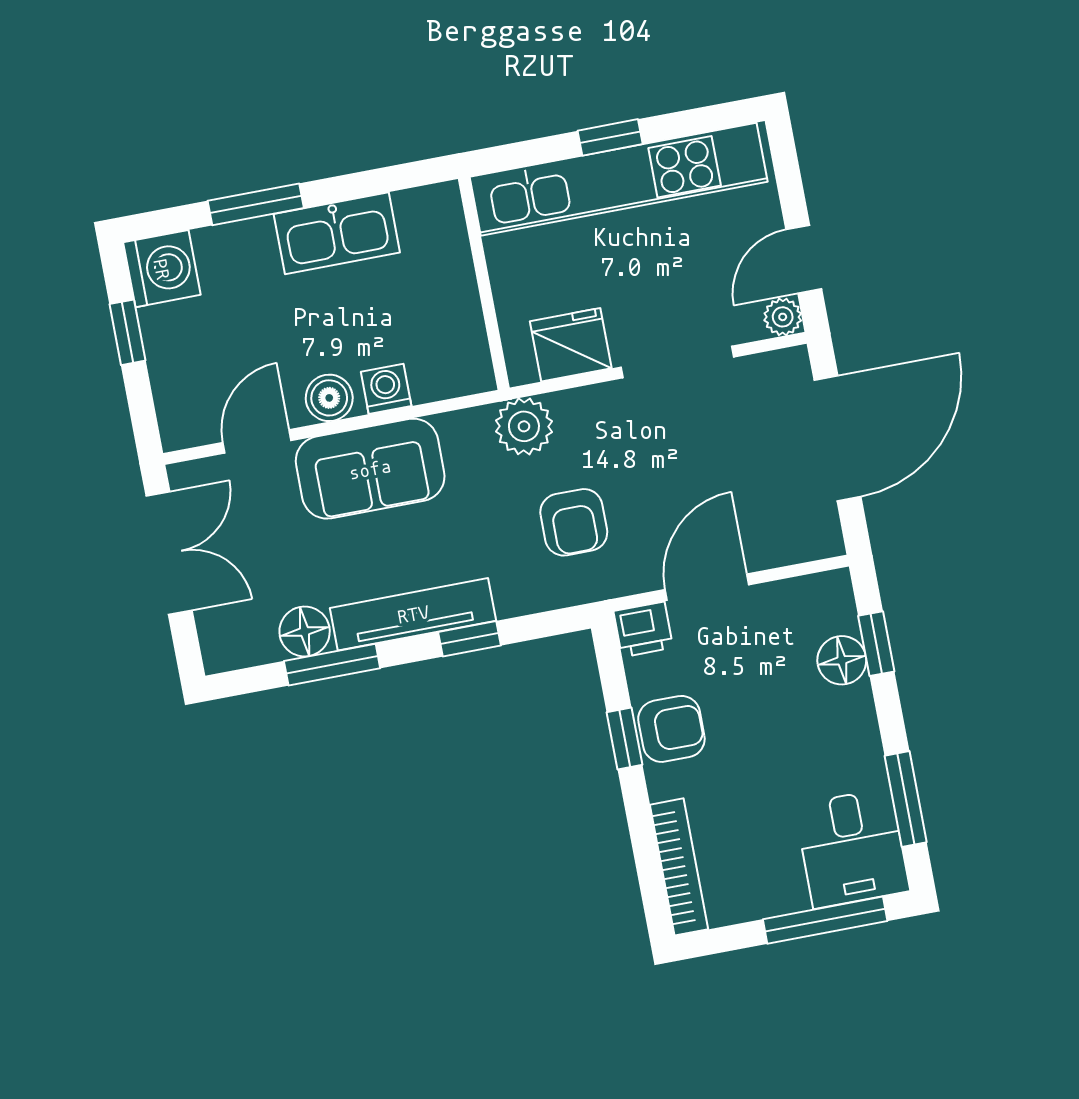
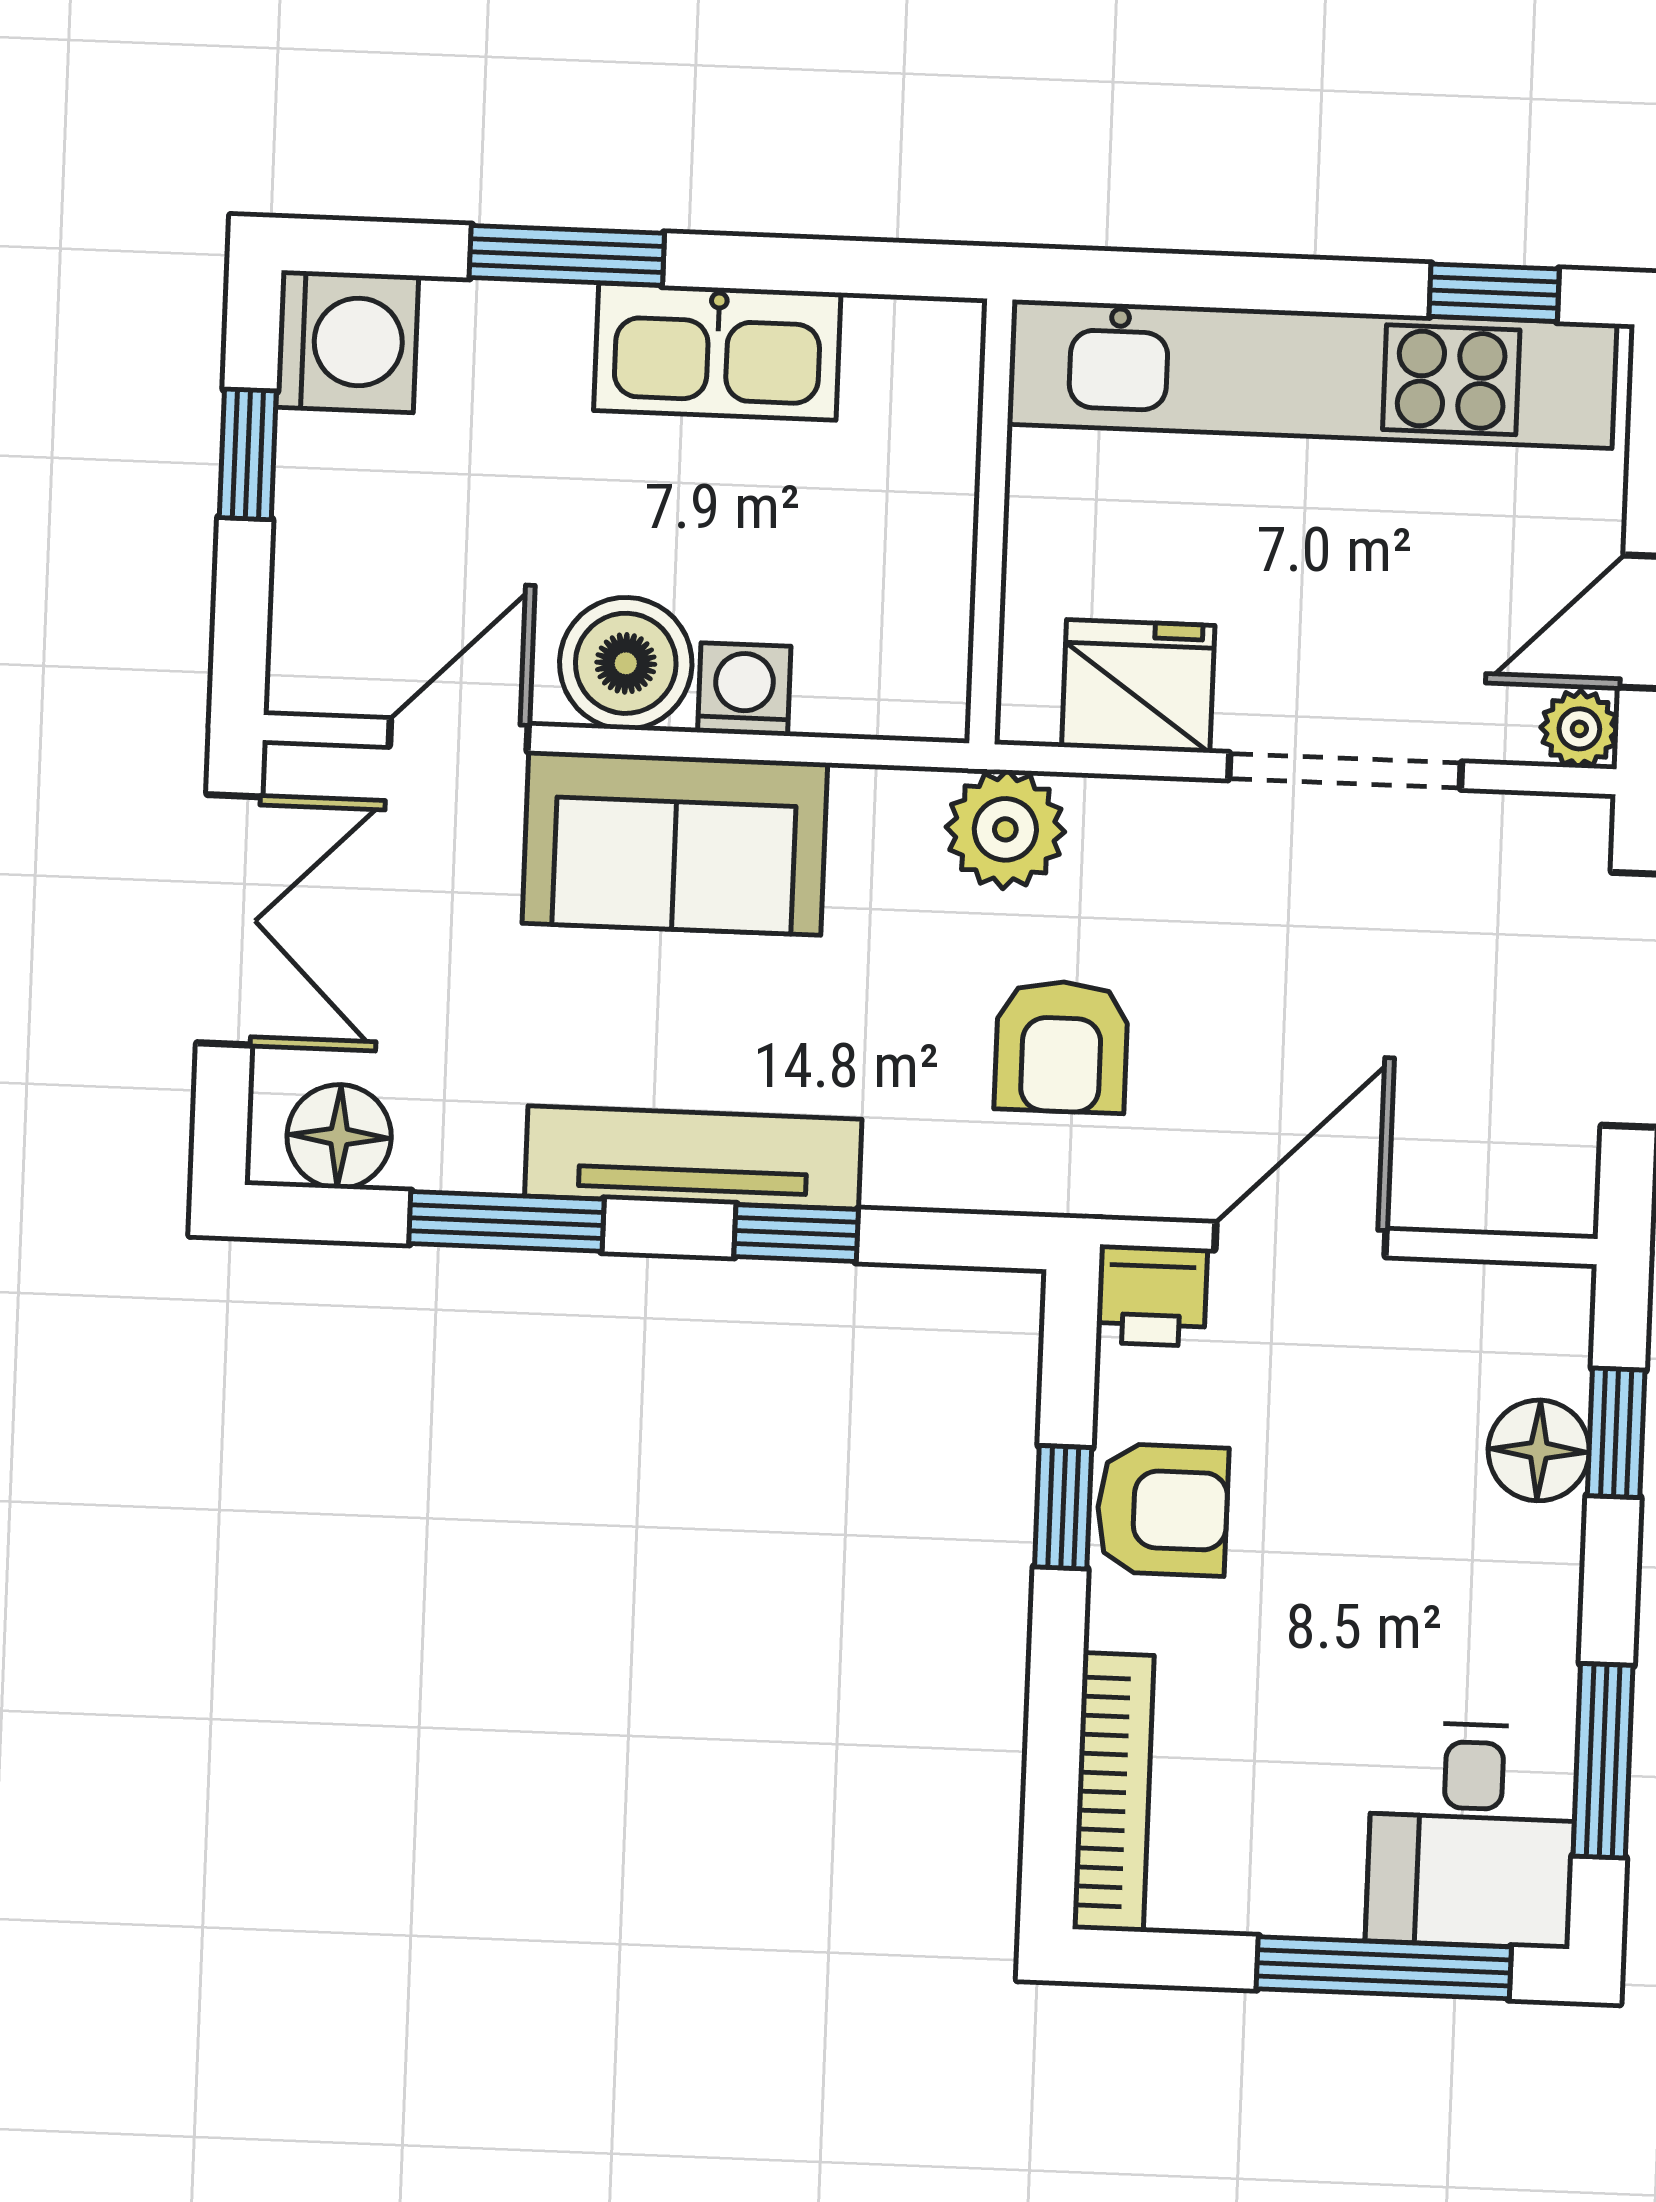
window: (610, 137) -> (1494, 293), moved
boiler: (329, 398) -> (626, 663), width x1.36, depth x1.36
floor lamp: (305, 631) -> (339, 1136), moved

